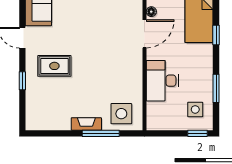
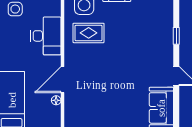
rug: (54, 66) -> (89, 33), moved

